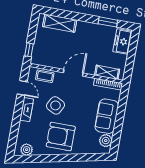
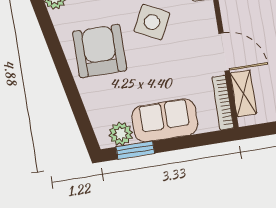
door: (73, 73) -> (224, 52), moved
window: (116, 136) -> (135, 150), added

